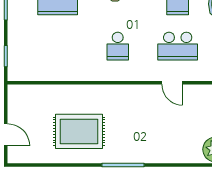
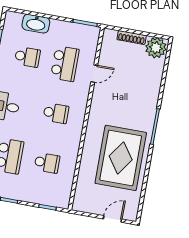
school desk: (58, 46) -> (47, 163), added
rug: (79, 131) -> (121, 158), width x1.37, depth x1.44

